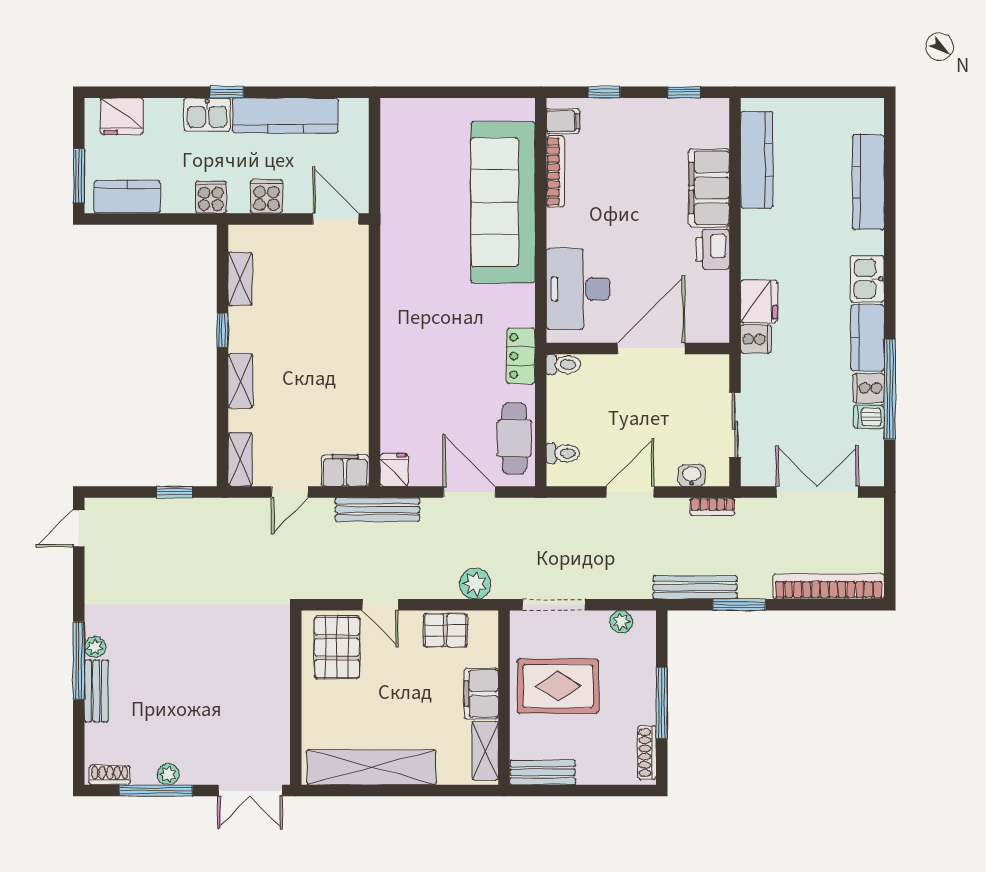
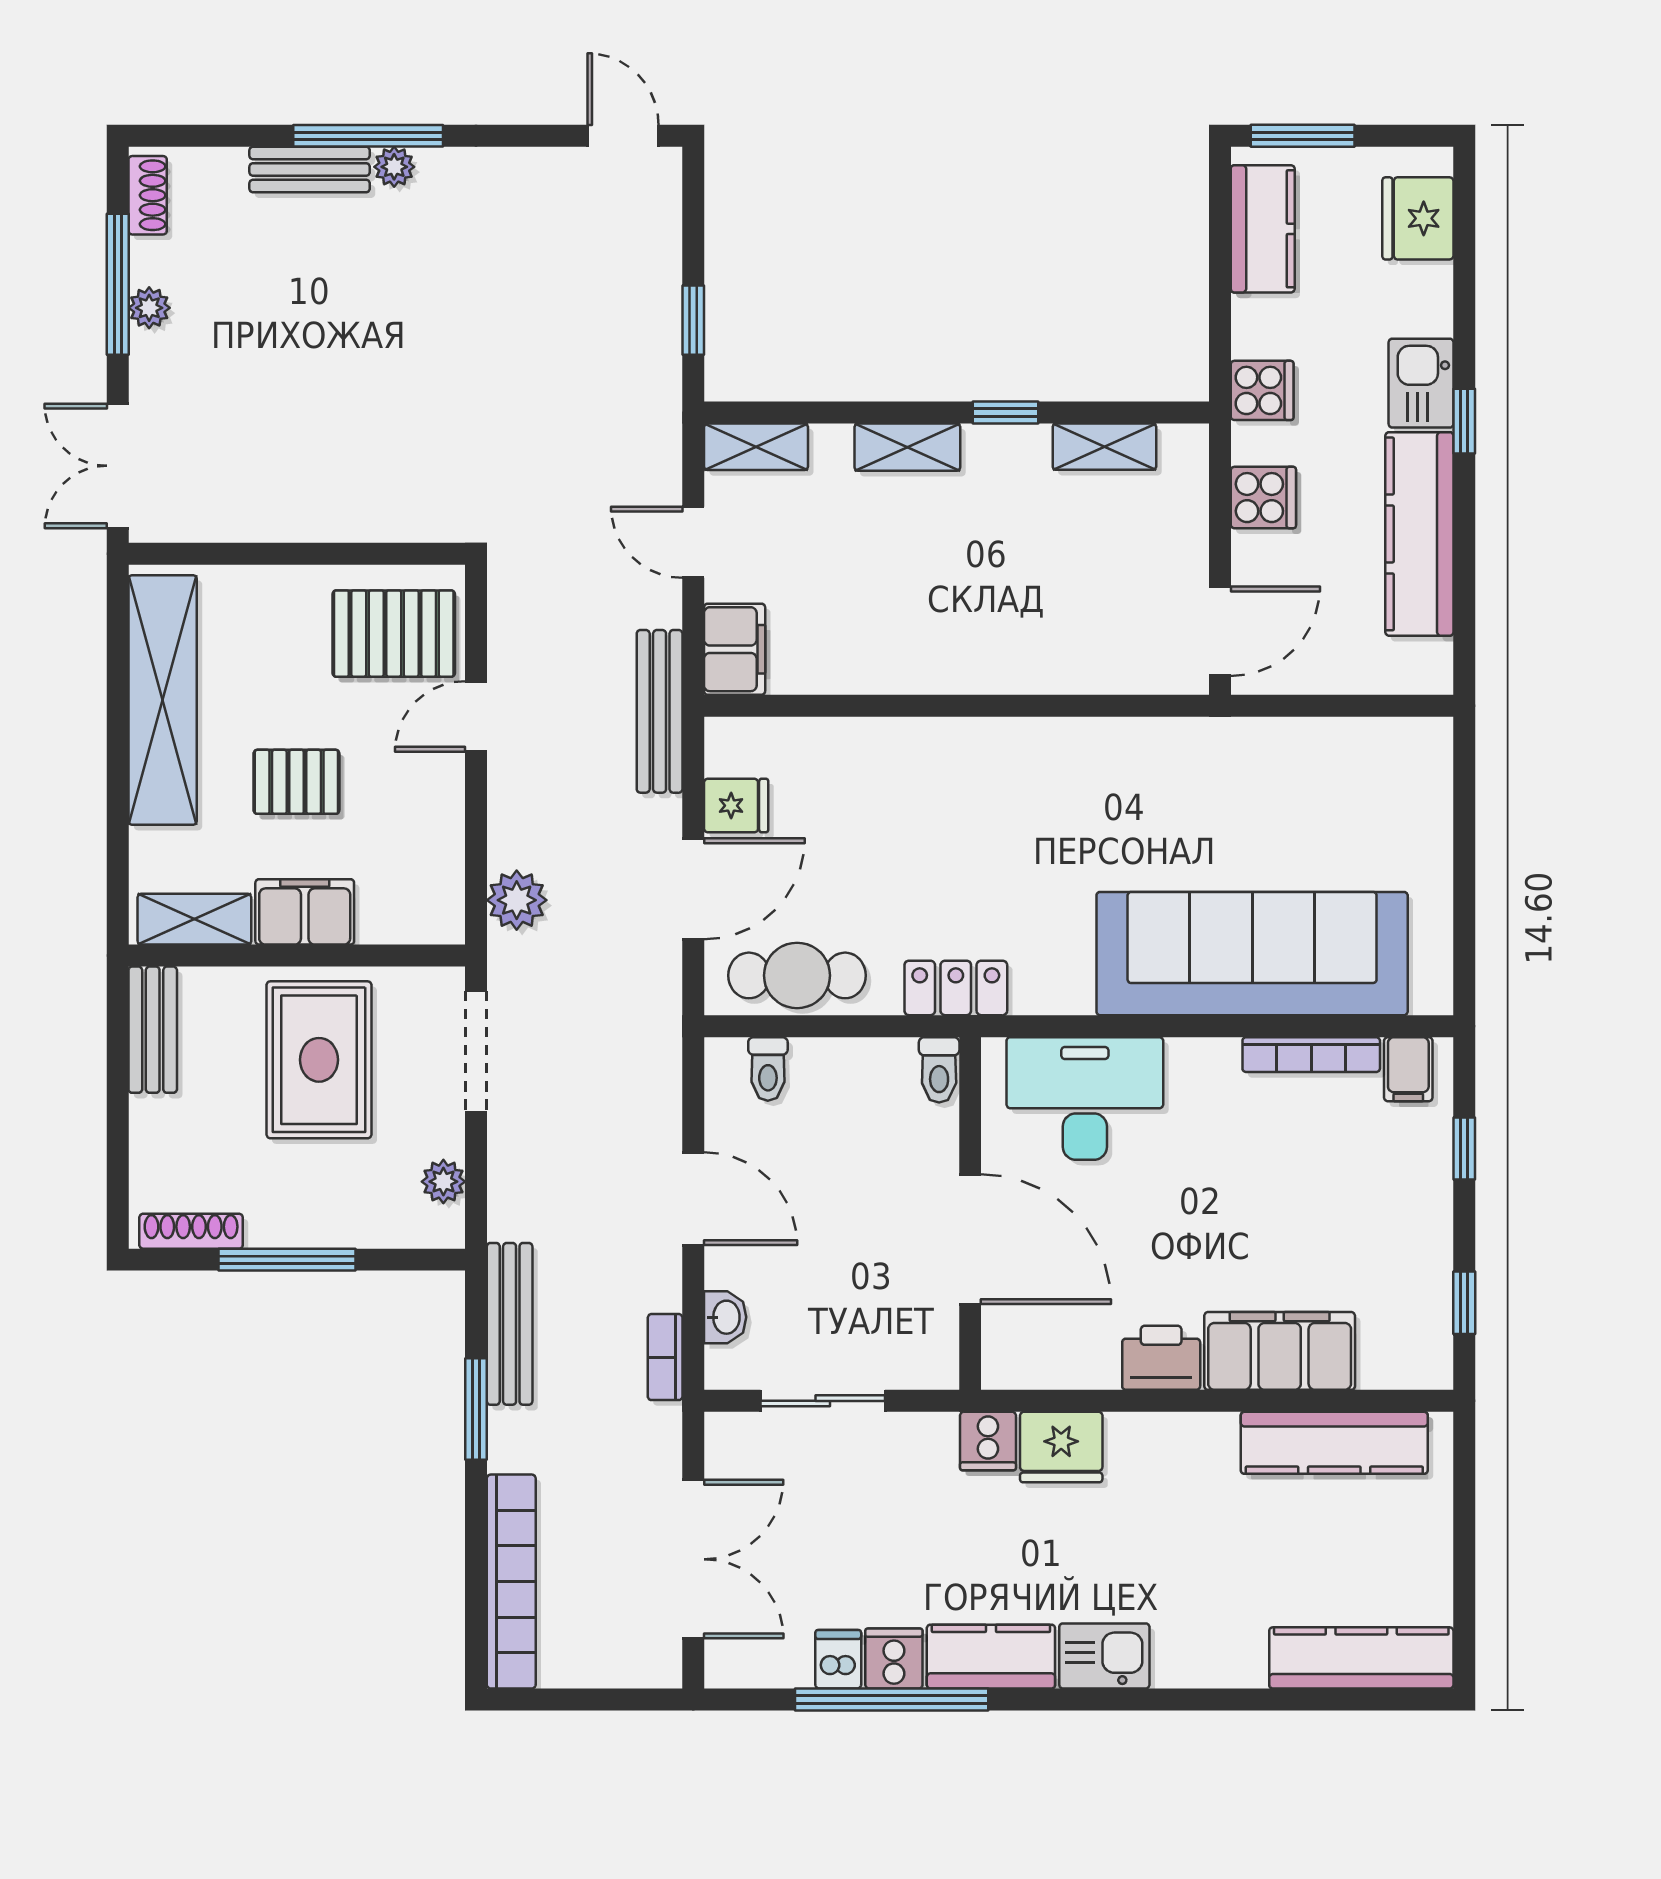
kitchen counter: (868, 182) -> (1361, 1658), moved
fridge: (394, 470) -> (736, 806), moved
pallet: (445, 630) -> (296, 782), moved, turned 90

